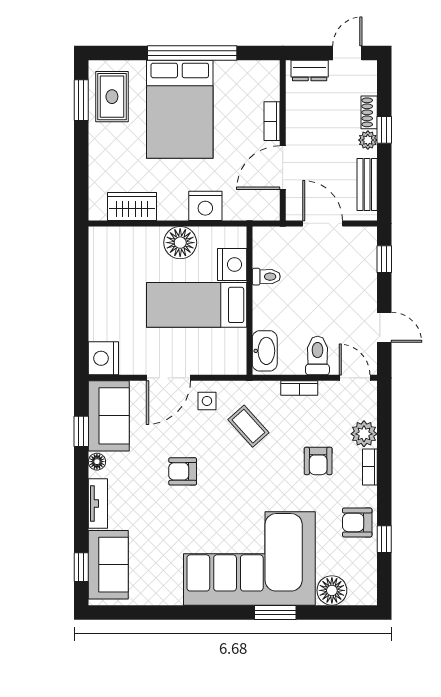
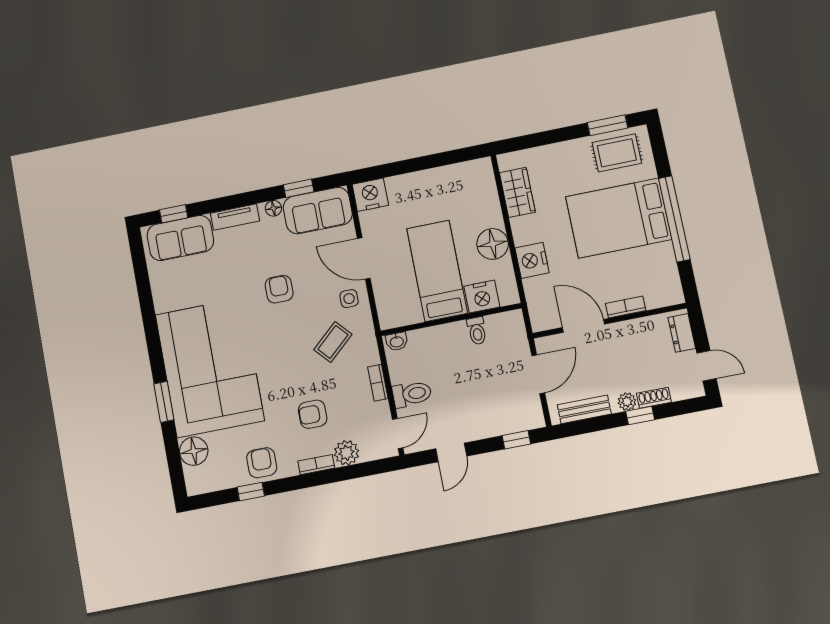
washbasin: (265, 351) -> (397, 341), width x0.52, depth x0.69

